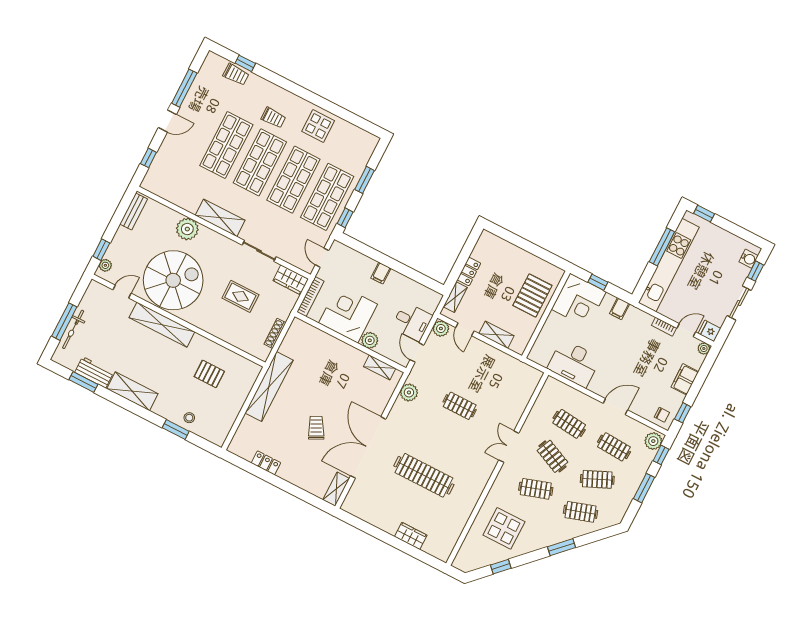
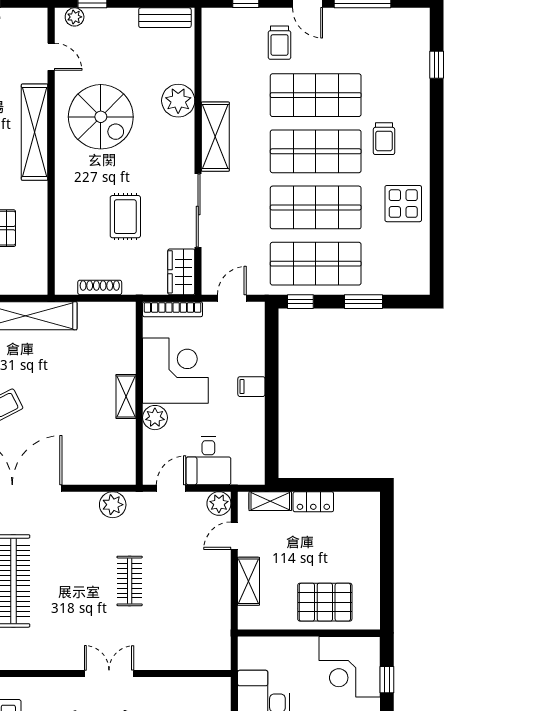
trolley: (236, 74) -> (279, 43), moved
sliding door: (259, 251) -> (198, 211), width x1.37
spiral stairs: (173, 280) -> (101, 117), width x0.73, depth x0.73
shelving: (380, 367) -> (126, 396), moved

